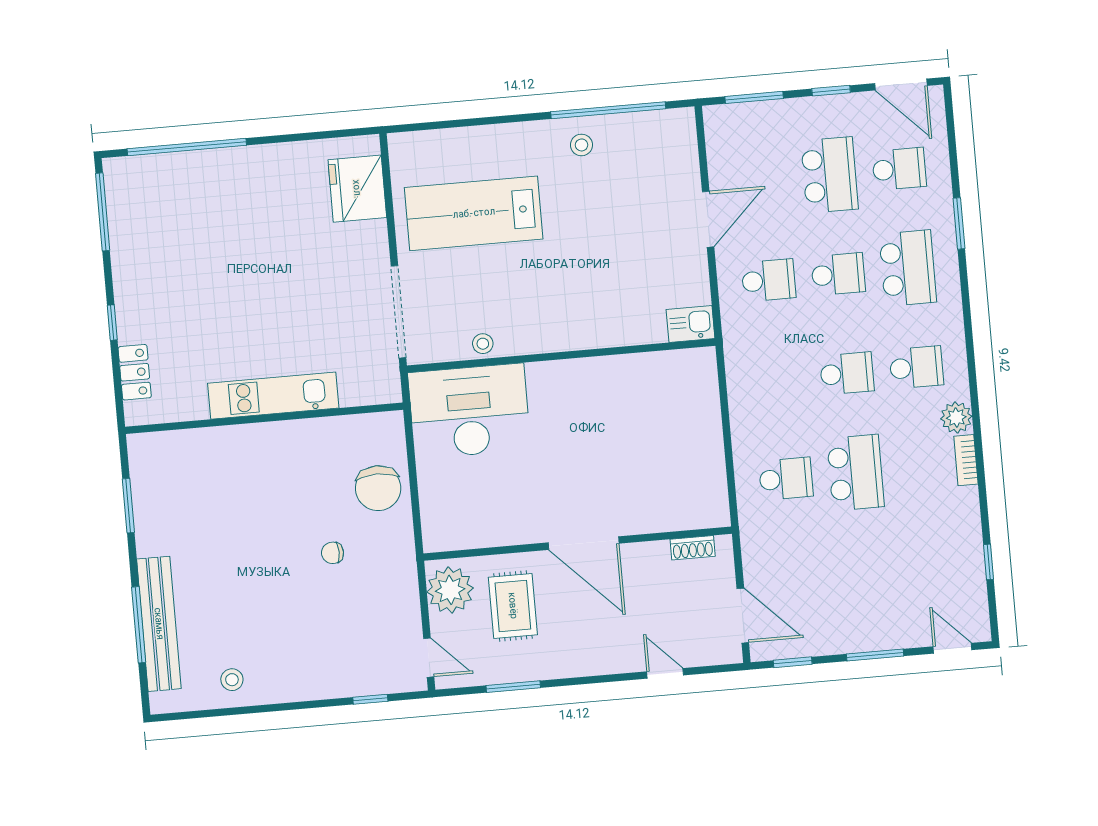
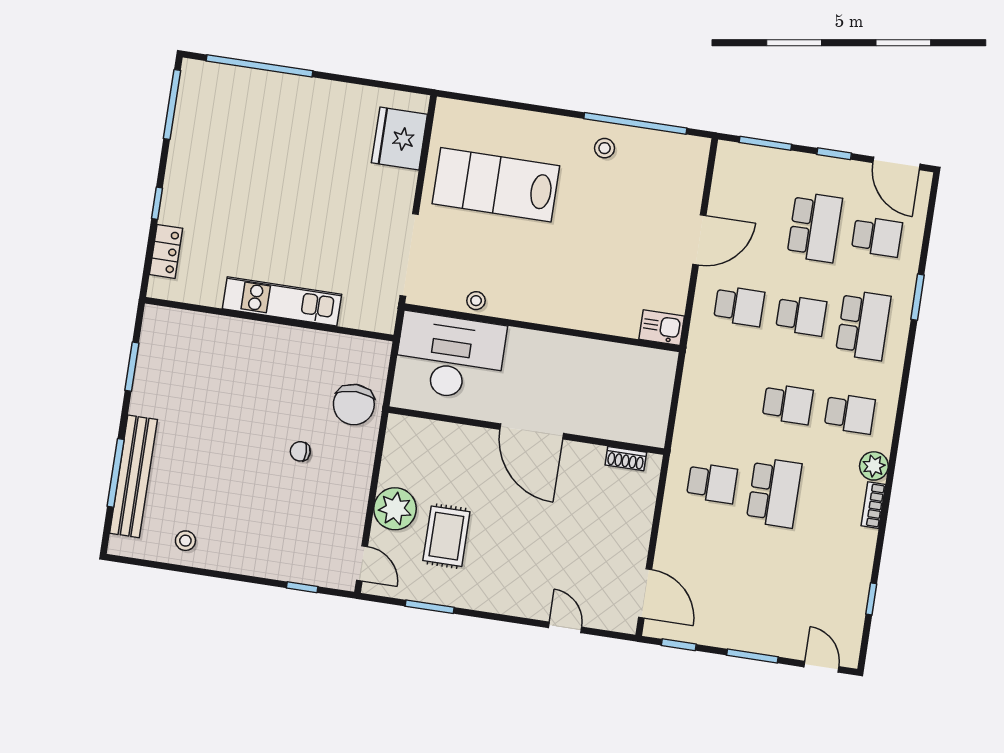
door: (584, 543) -> (532, 431), moved
wall: (578, 544) -> (526, 431), moved
shoe rack: (693, 548) -> (626, 459), moved

